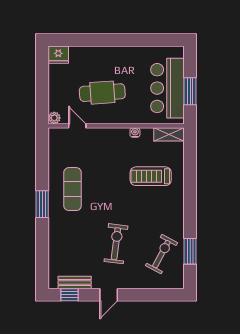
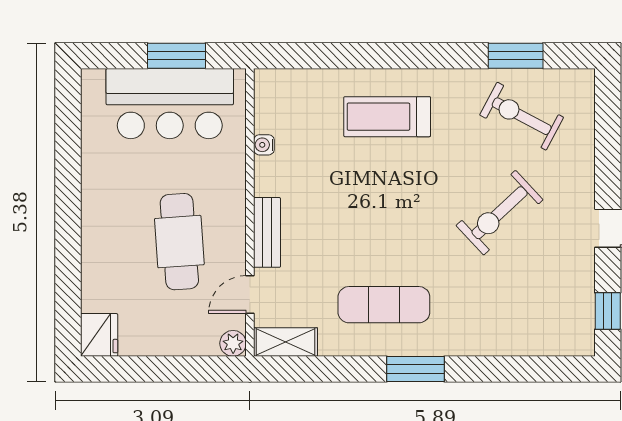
water cooler: (135, 132) -> (264, 145), moved
shelving: (169, 134) -> (285, 342), moved, turned 90
treadmill: (151, 176) -> (387, 117), moved, turned 90
exercise bike: (116, 244) -> (500, 213), turned -50
bench: (75, 283) -> (267, 232), moved

